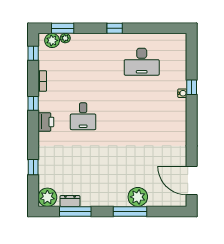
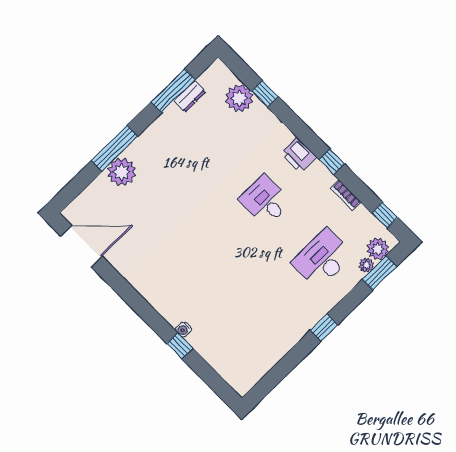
desk: (142, 62) -> (322, 259), moved
plant: (47, 197) -> (239, 98), moved

